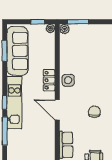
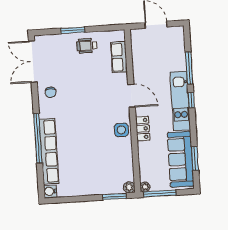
window: (38, 22) -> (160, 194), width x2.17
chair: (94, 112) -> (90, 96), removed

